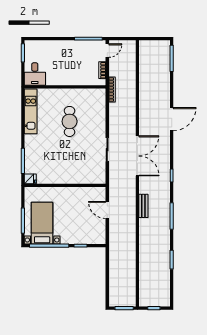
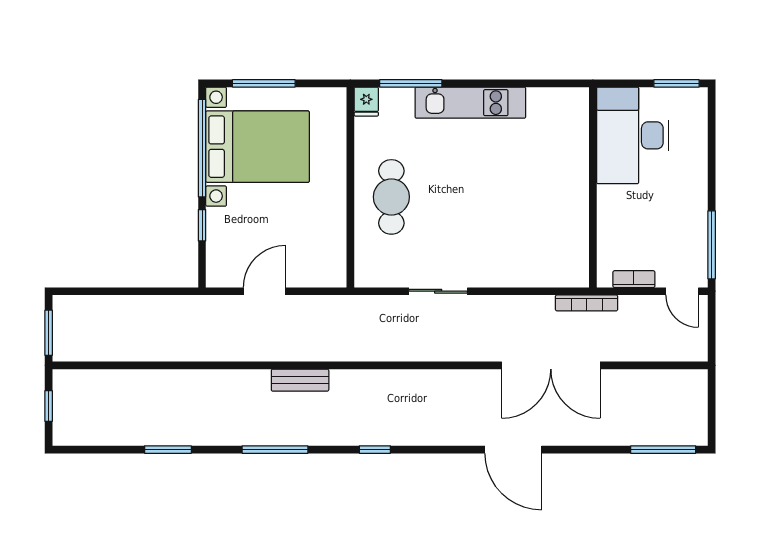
desk: (35, 74) -> (633, 135), width x1.87, depth x1.30
kitchen unit: (31, 111) -> (470, 103), moved
cafe table: (70, 121) -> (391, 197), moved, turned 90
double door: (137, 156) -> (551, 365), moved
door: (107, 210) -> (264, 291), moved
bed with nightstands: (42, 223) -> (257, 147), width x1.36

